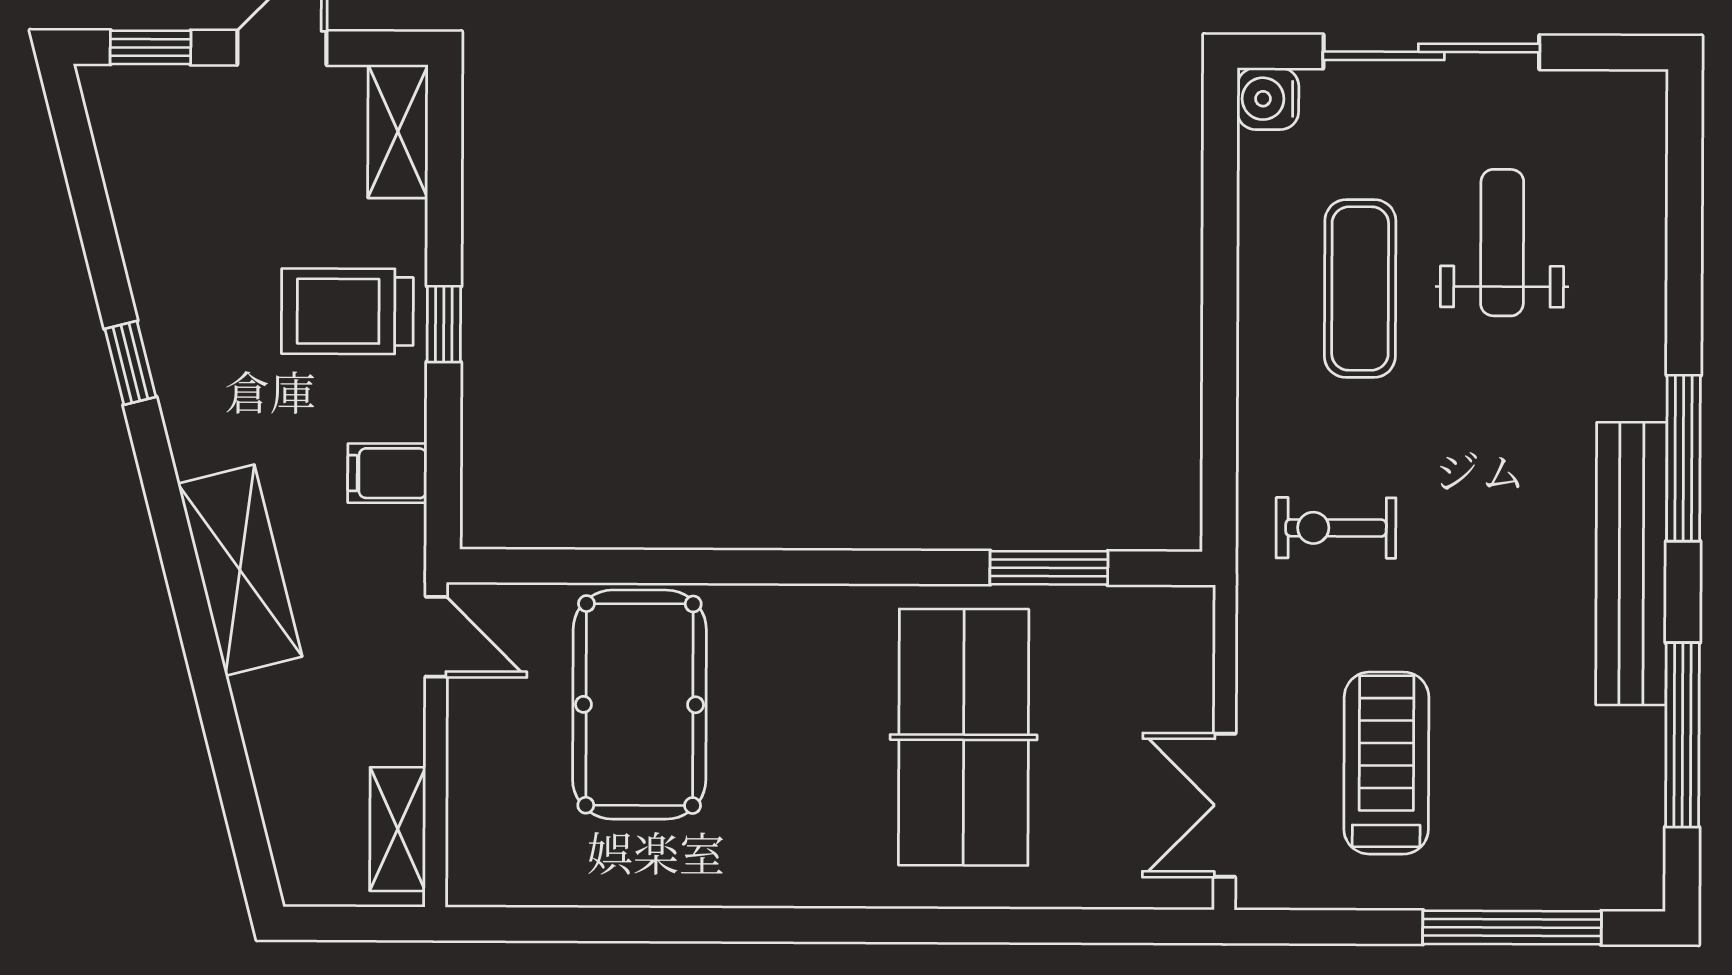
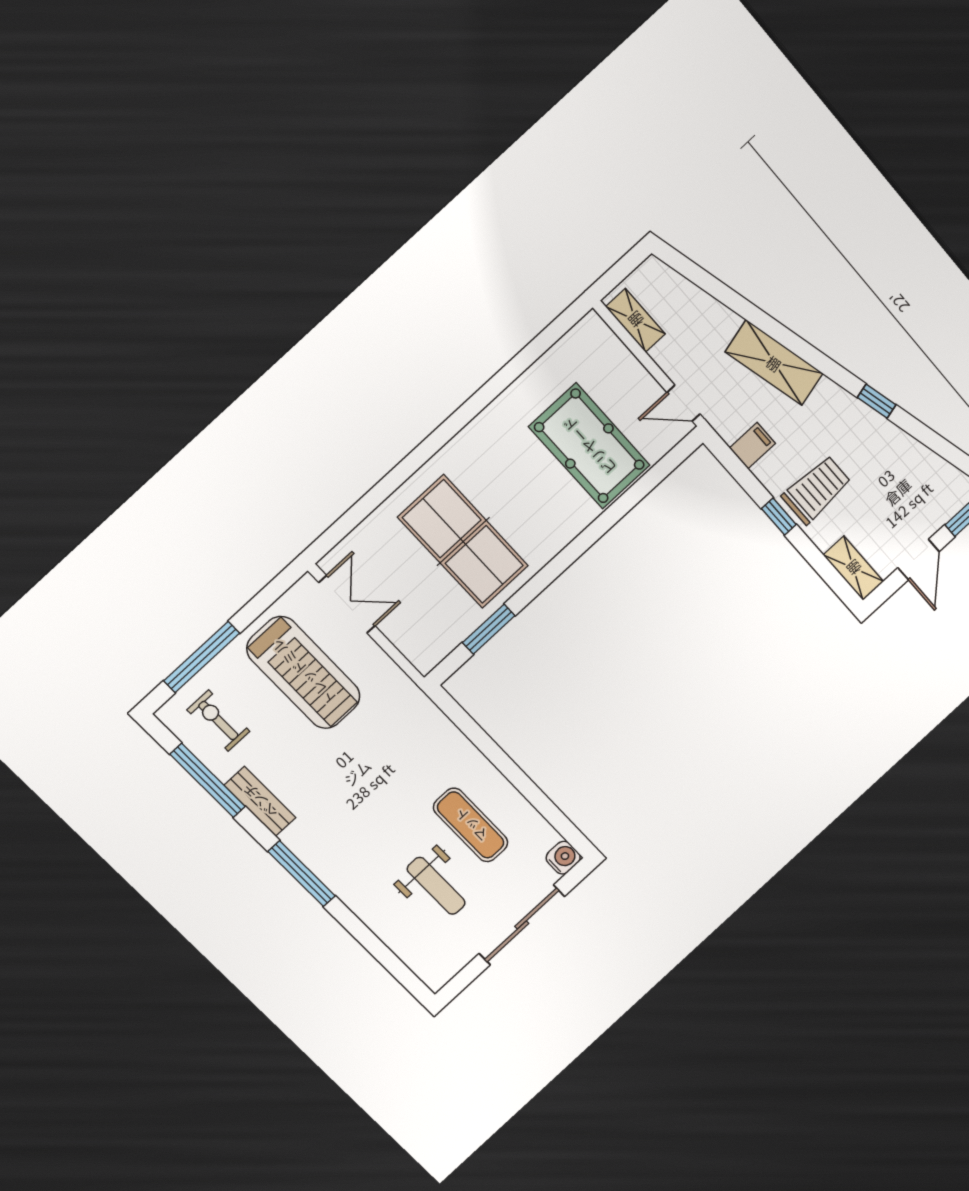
exercise bike: (1336, 528) -> (218, 721), moved, turned -90
bench: (1631, 564) -> (260, 801), width x0.54, depth x0.82
treadmill: (1386, 763) -> (304, 673), width x1.37, depth x1.38

